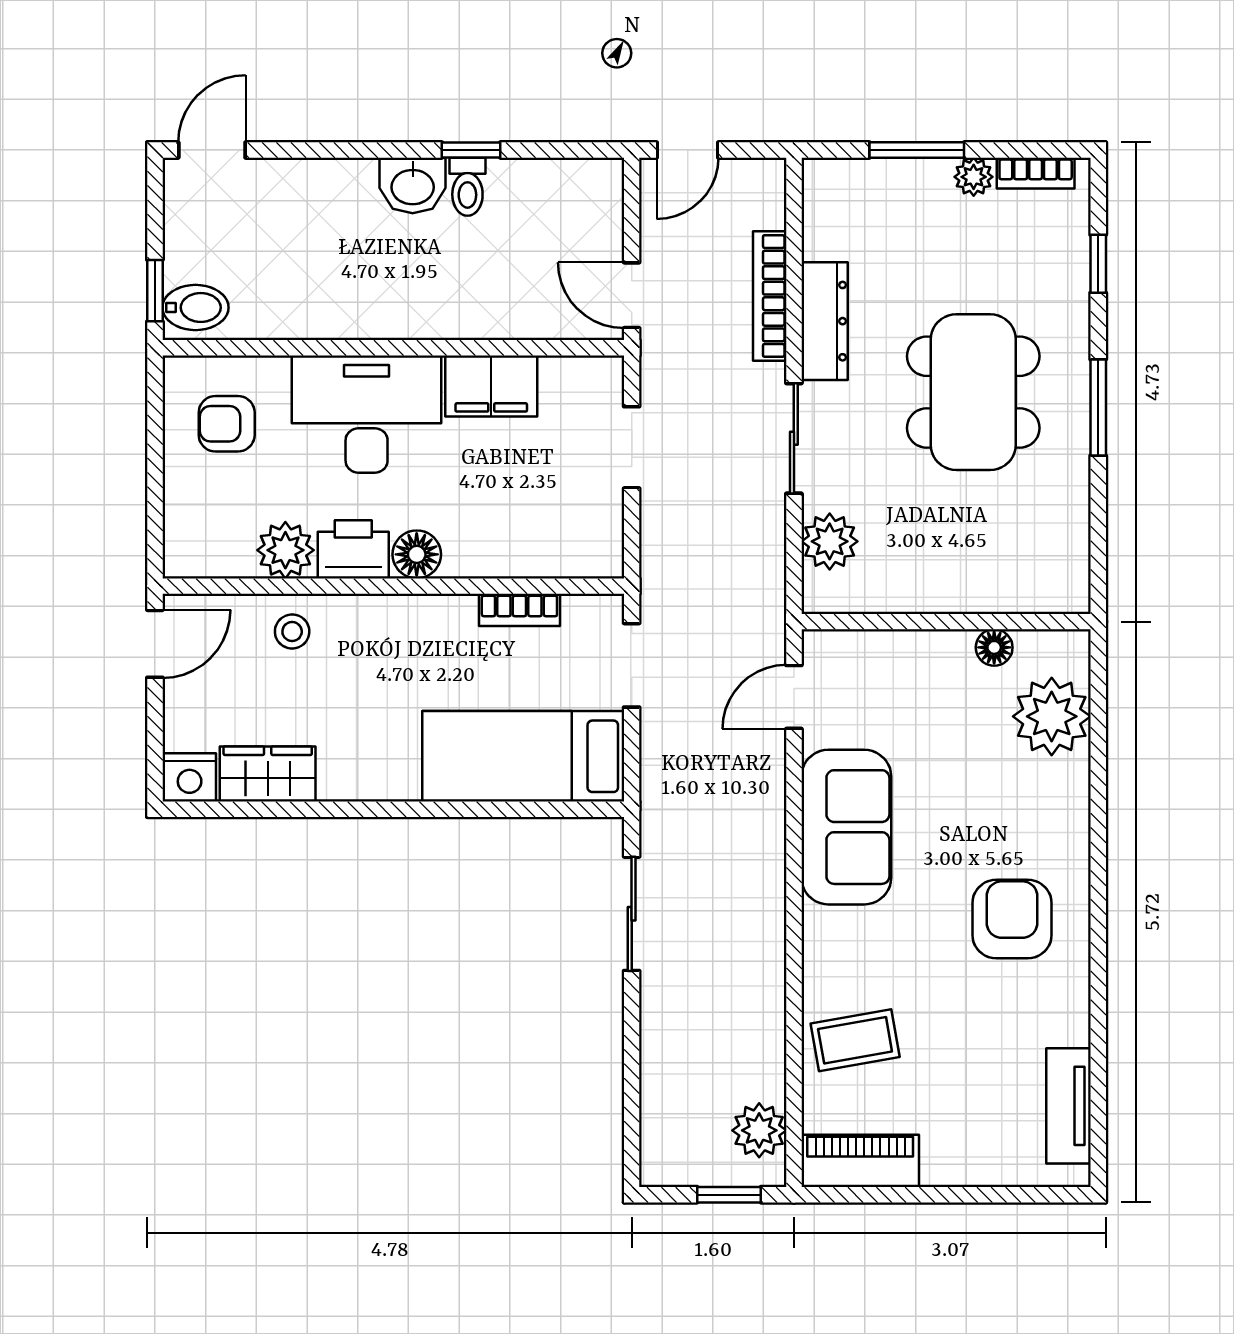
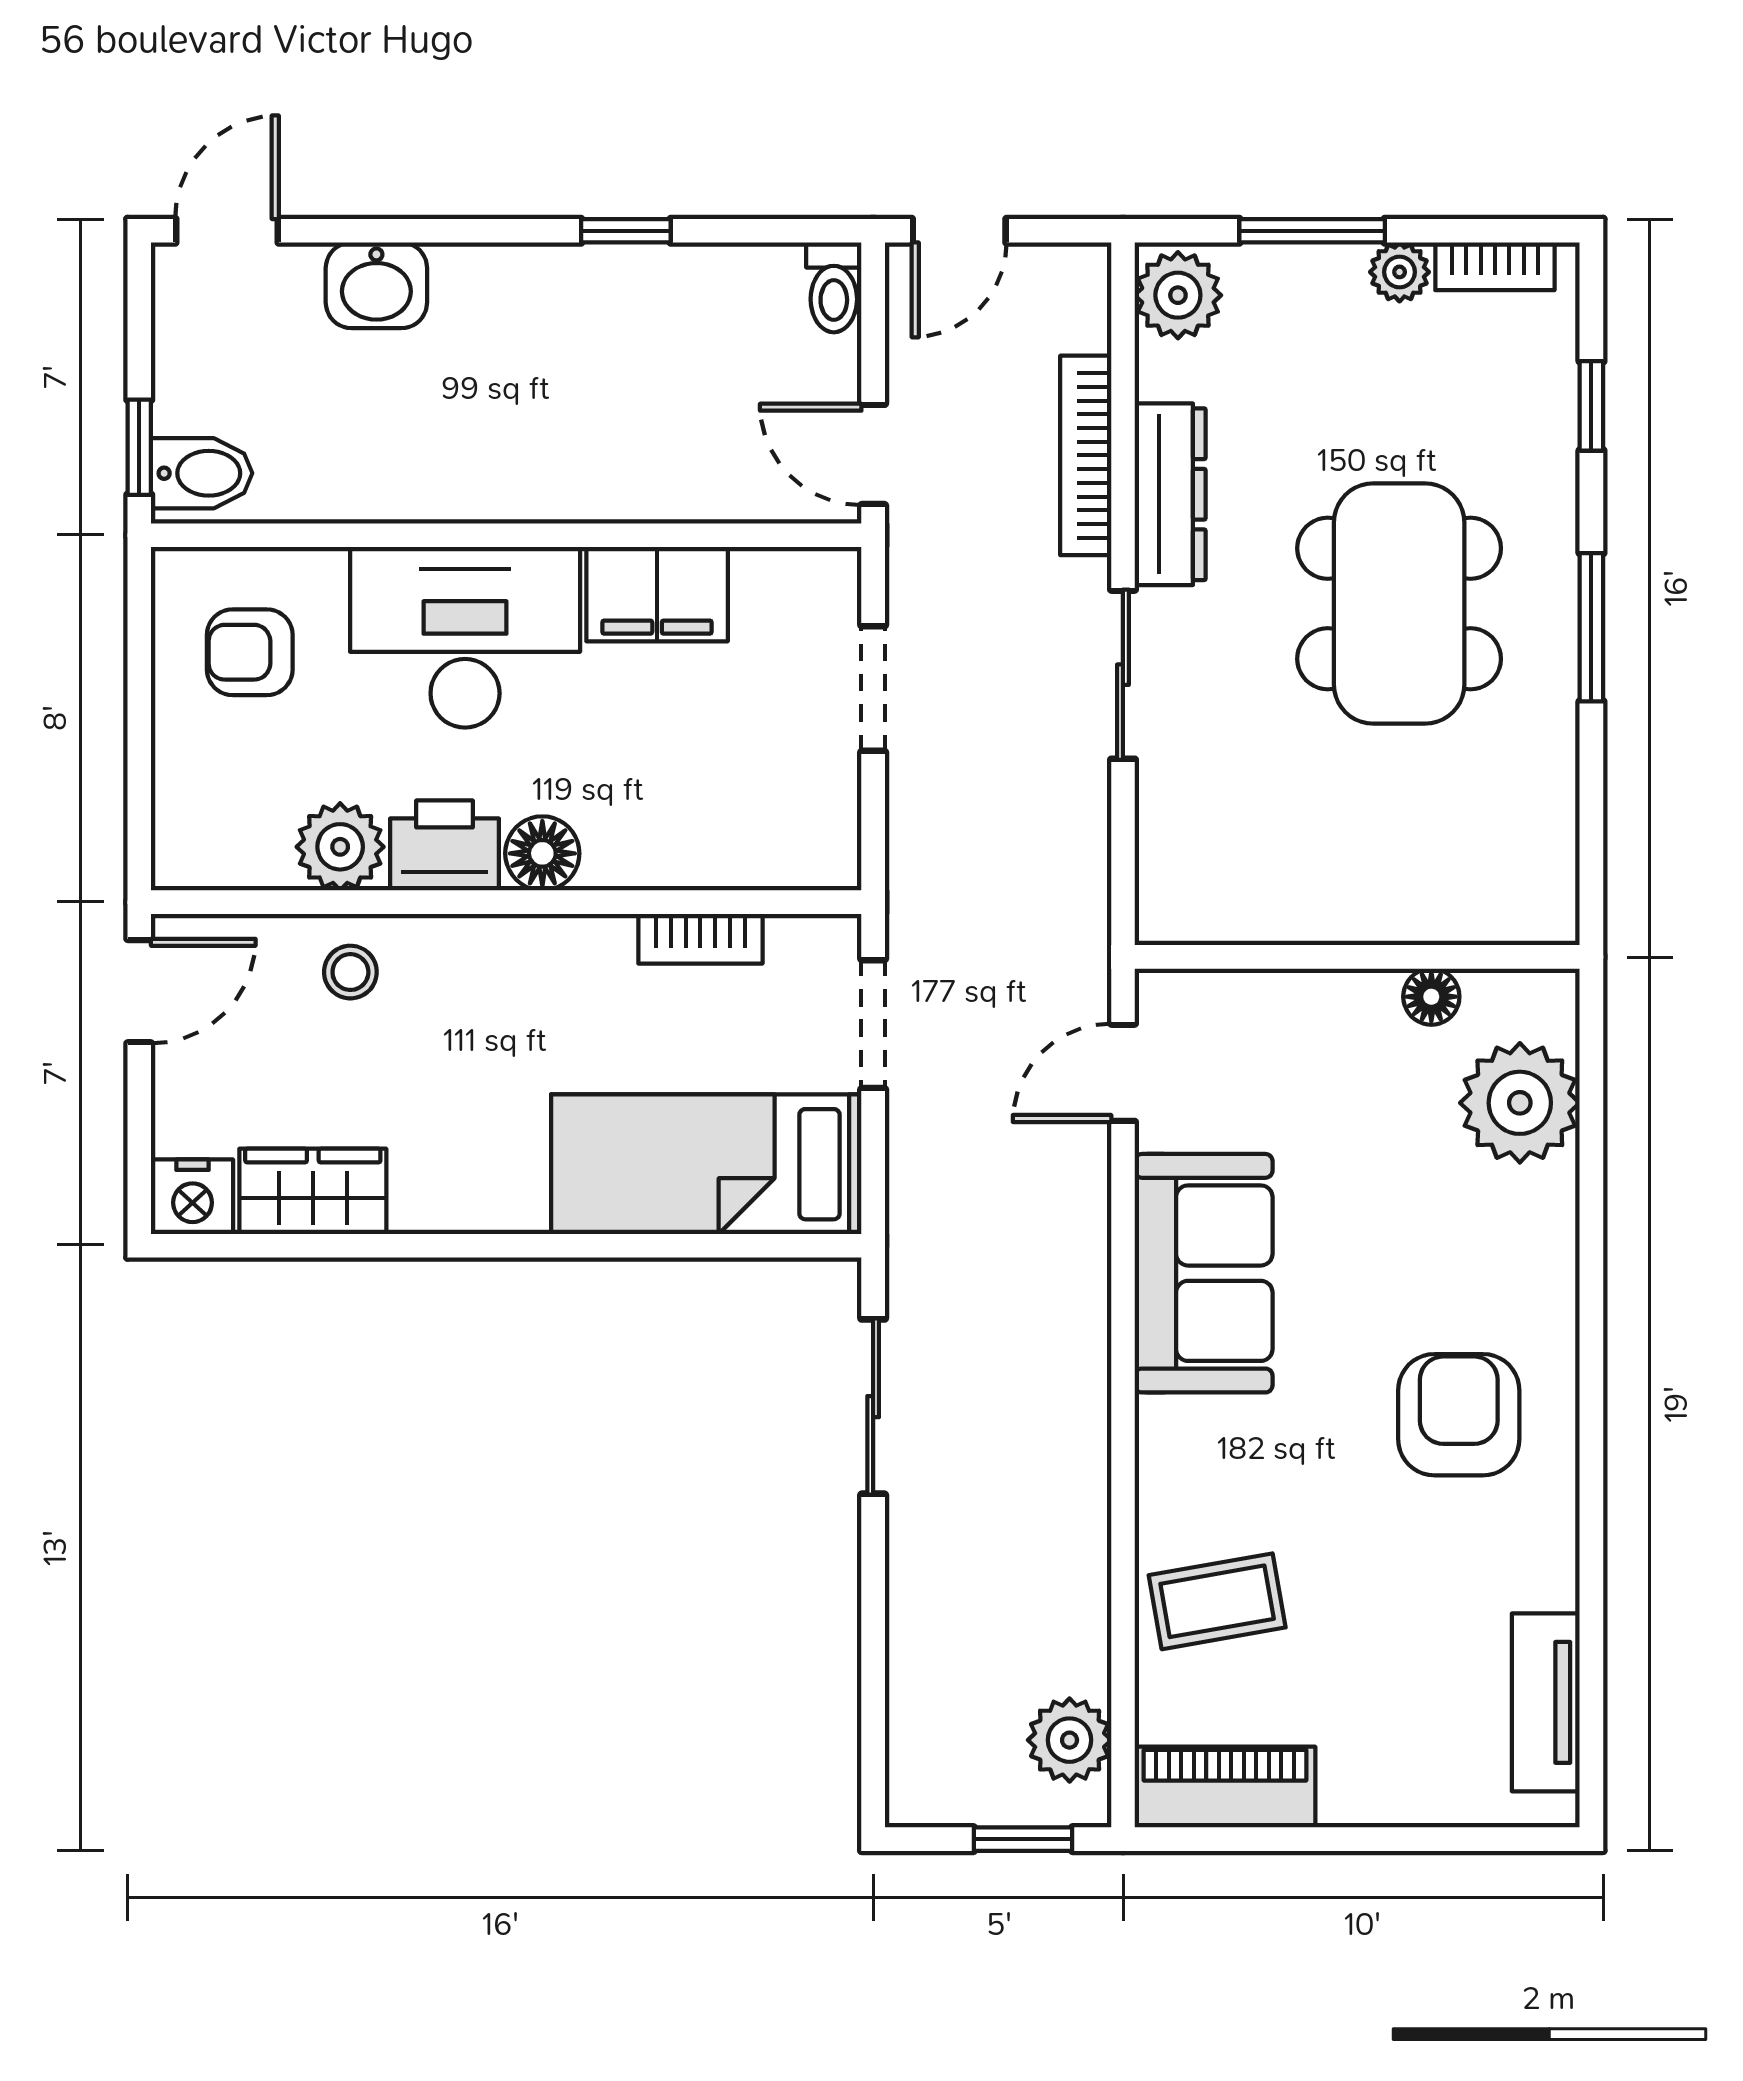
washbasin: (413, 185) -> (376, 285), moved
toilet: (467, 187) -> (834, 287), moved
plant: (830, 541) -> (1178, 295), moved

